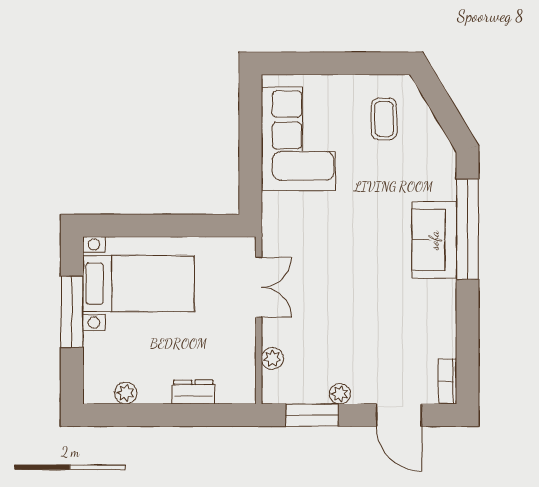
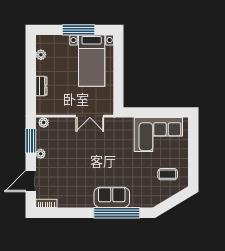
plant: (272, 358) -> (44, 123), moved

